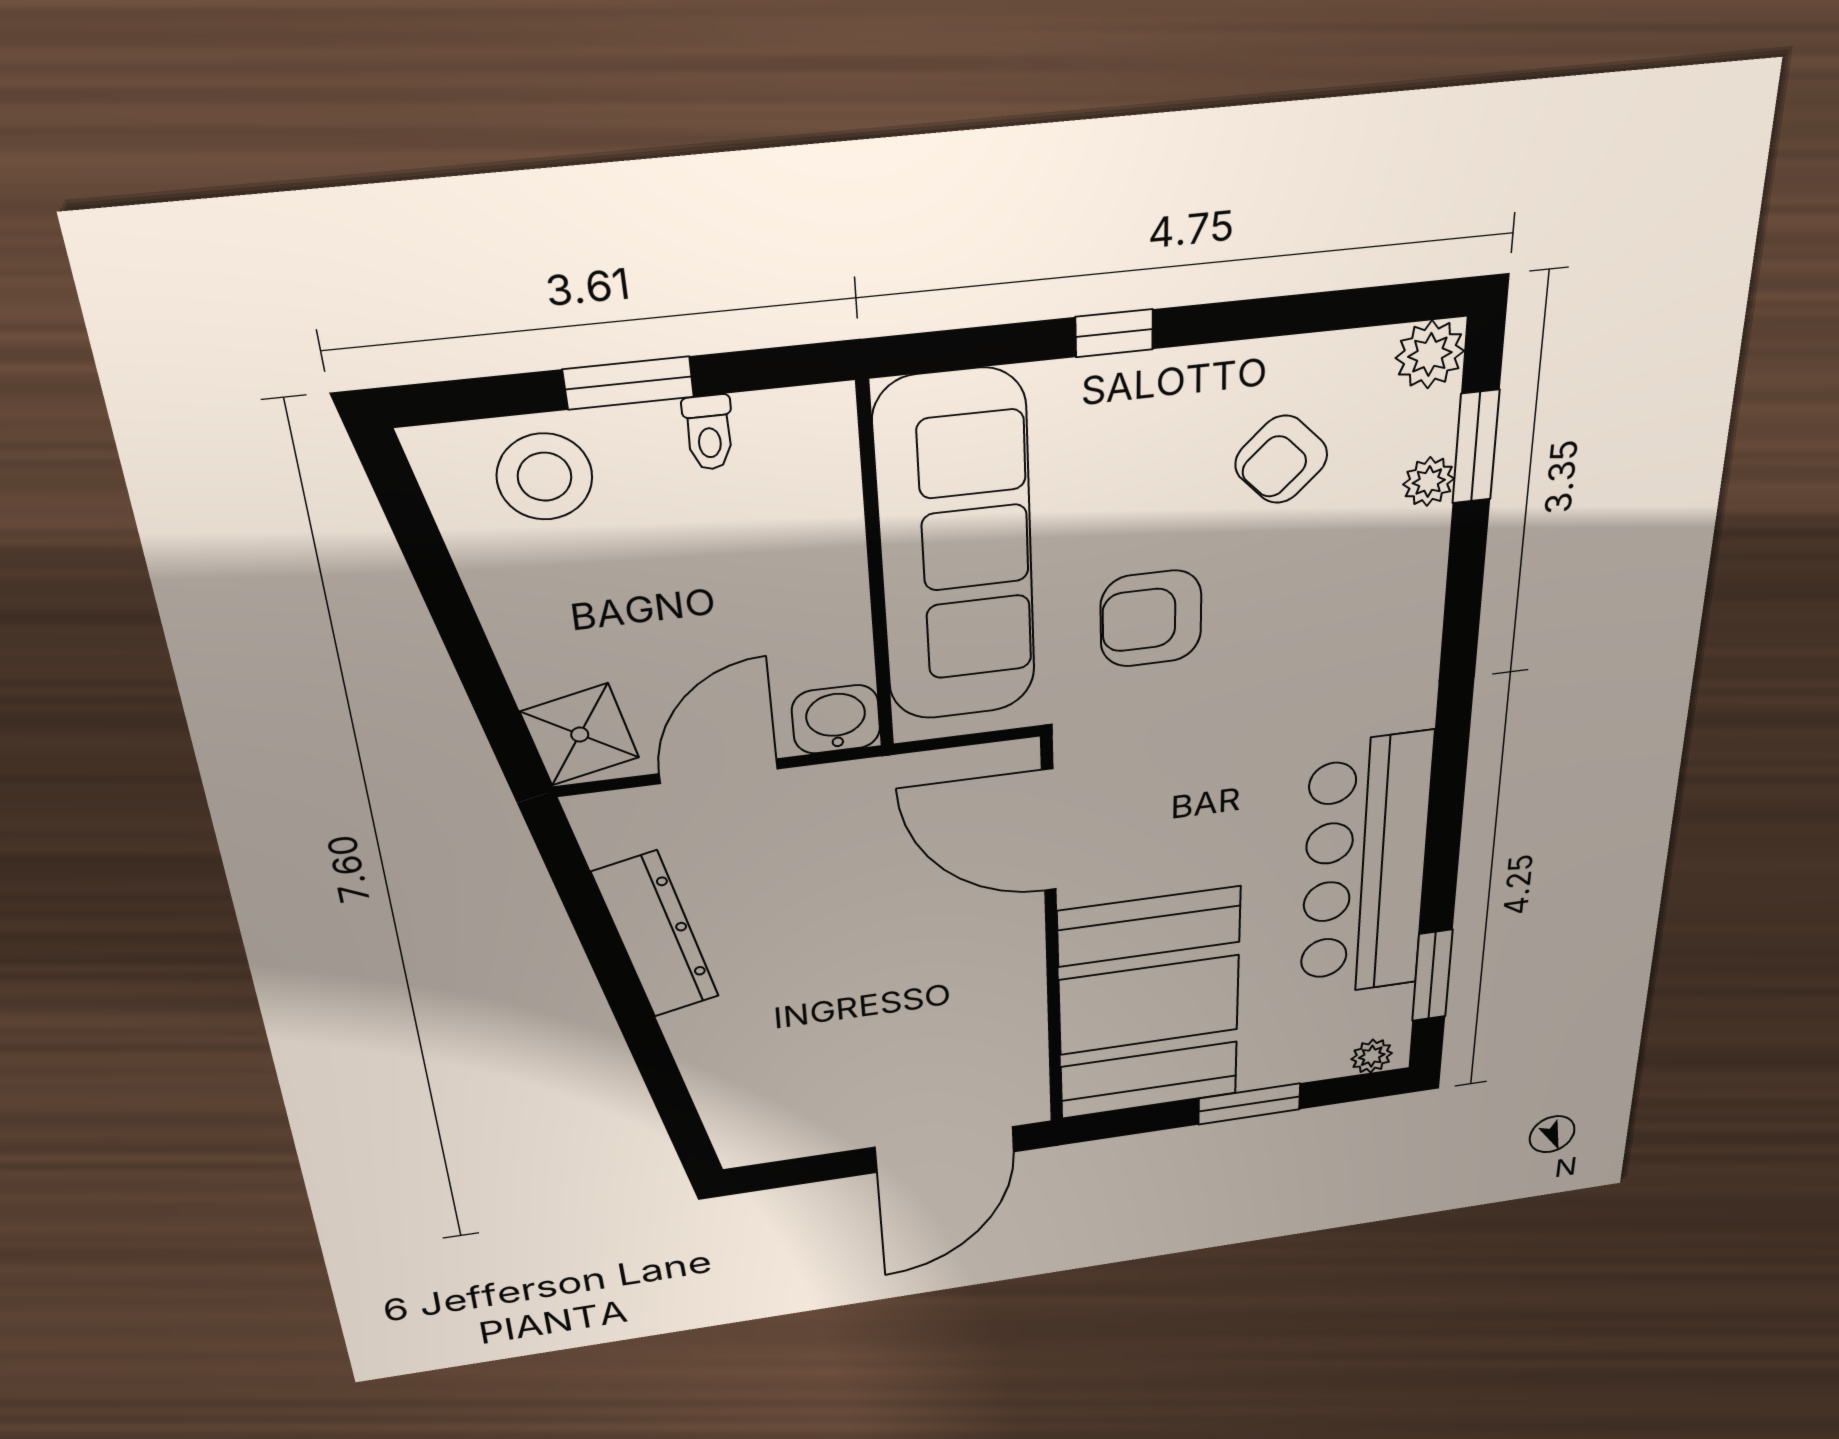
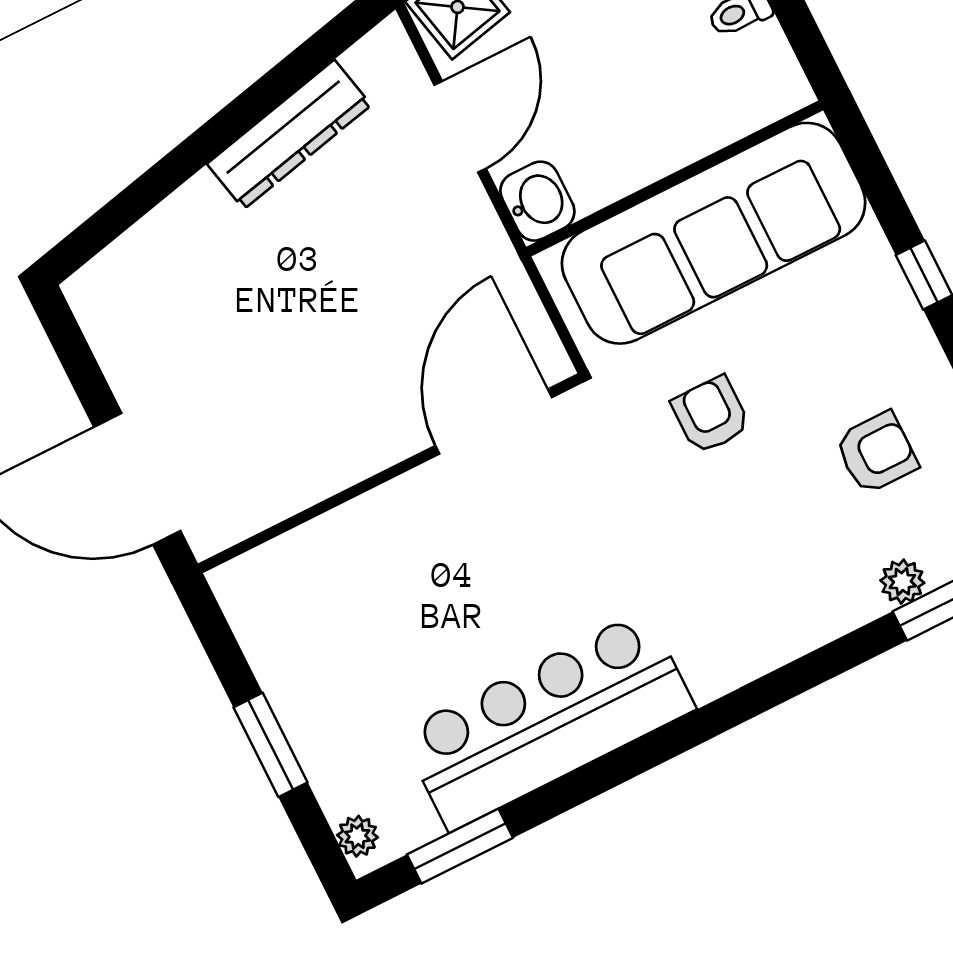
armchair: (1281, 459) -> (876, 453), turned 134
armchair: (1151, 619) -> (711, 415), width x0.72, depth x0.72
door: (719, 771) -> (460, 127), hinge flipped
booth: (1149, 1005) -> (349, 595), removed

